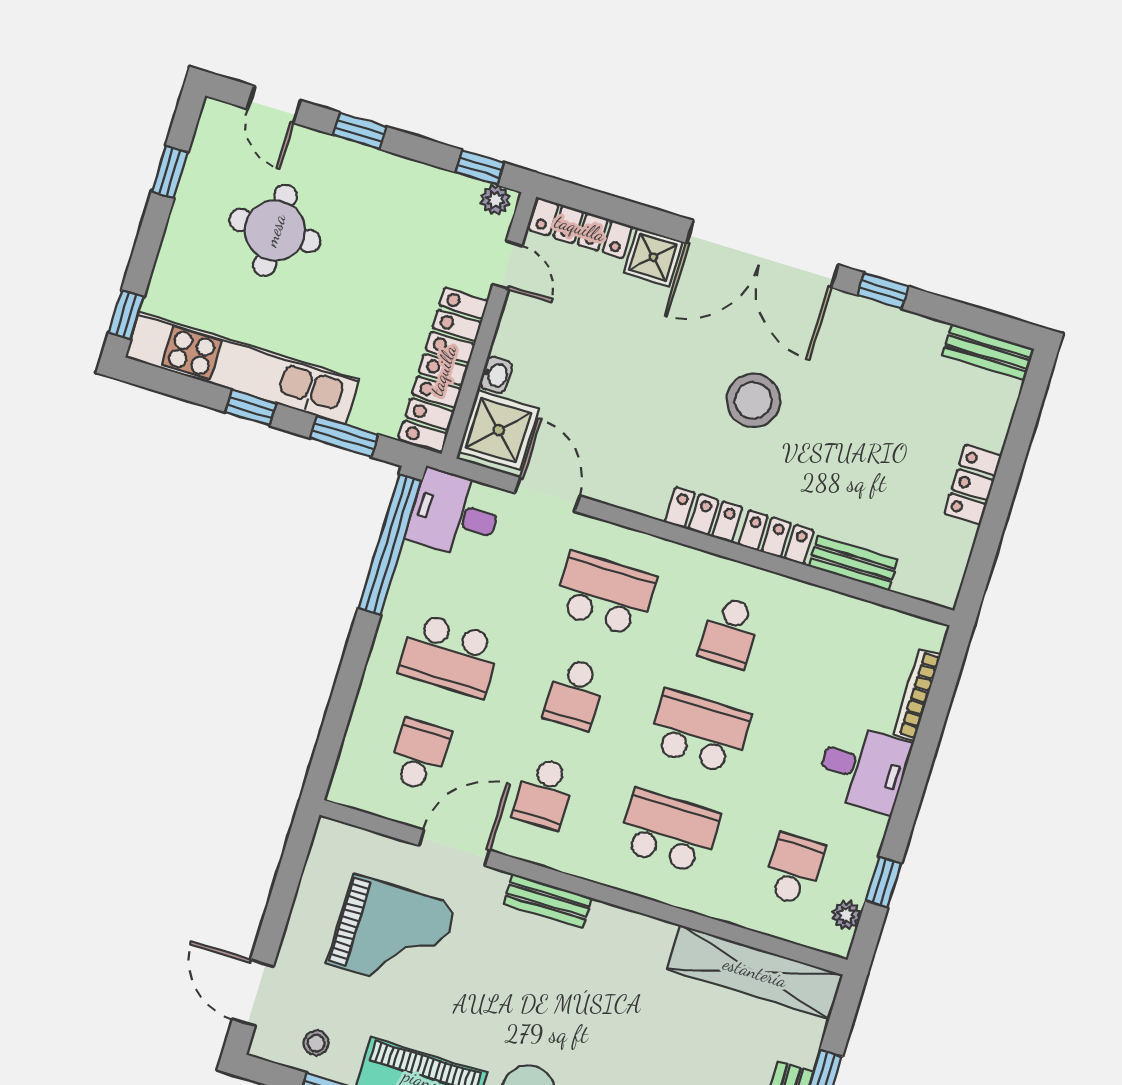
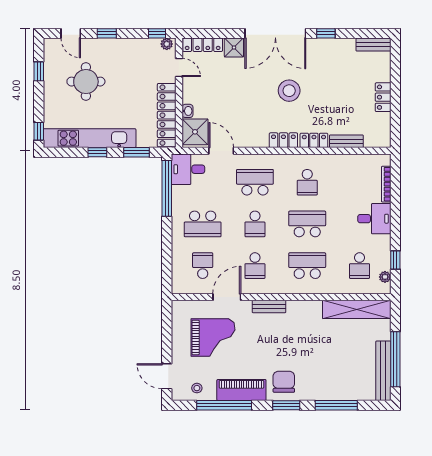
school desk: (794, 869) -> (360, 266), turned 180

